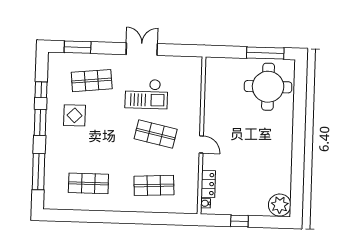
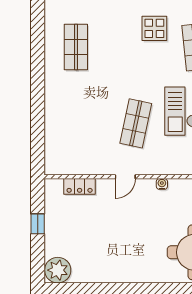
shop shelf: (154, 185) -> (76, 123), removed
water cooler: (206, 203) -> (162, 184), moved

